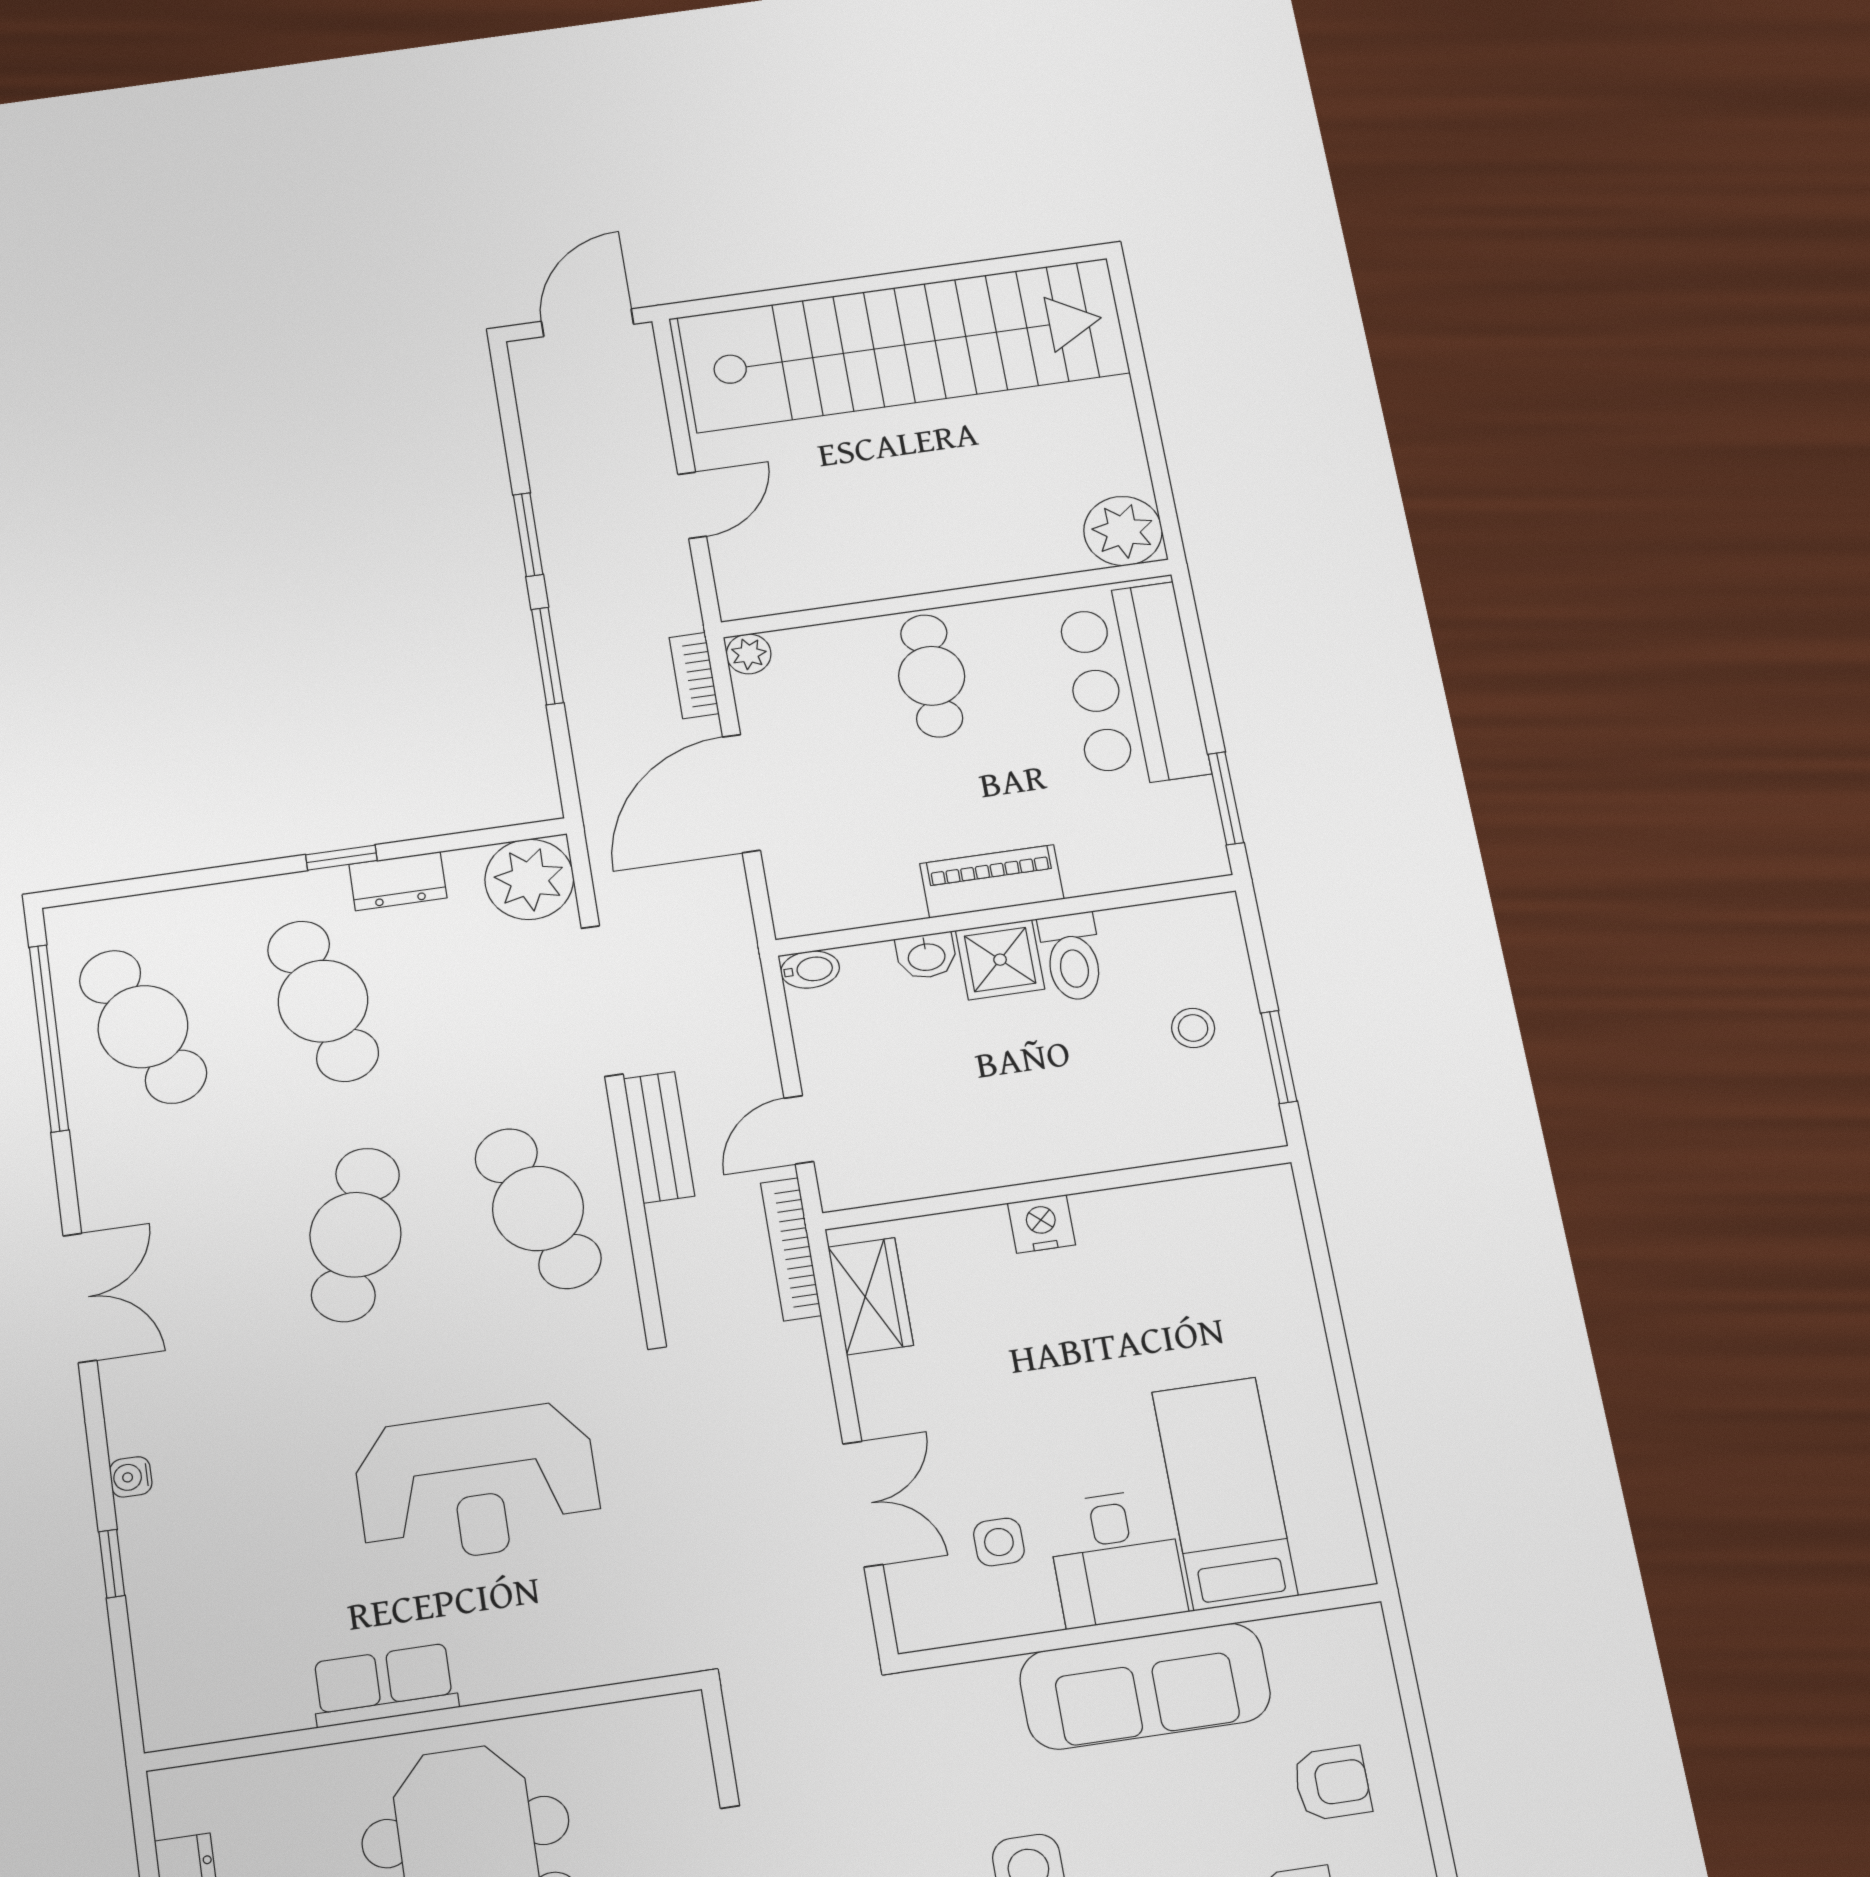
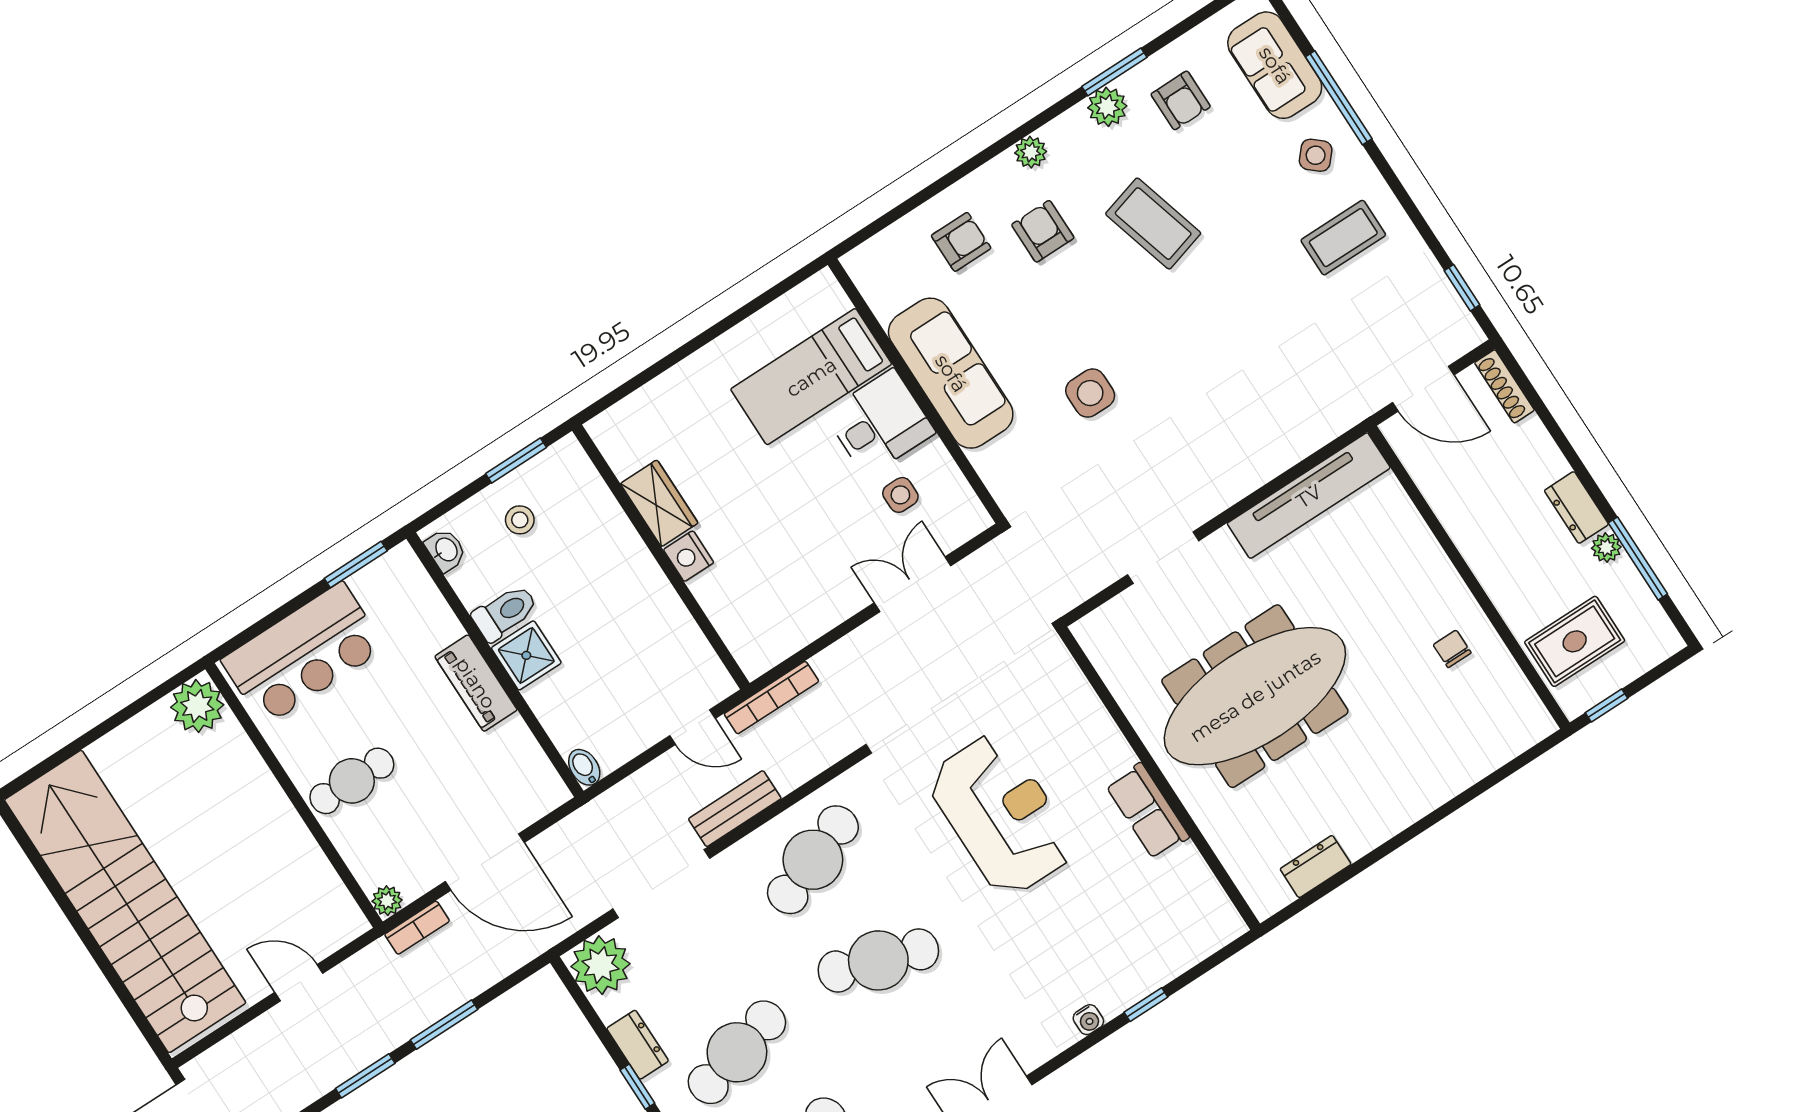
washbasin: (926, 956) -> (446, 550), moved
wardrobe: (871, 1296) -> (659, 503), moved, turned 90
armchair: (1332, 1783) -> (961, 242), turned 90

